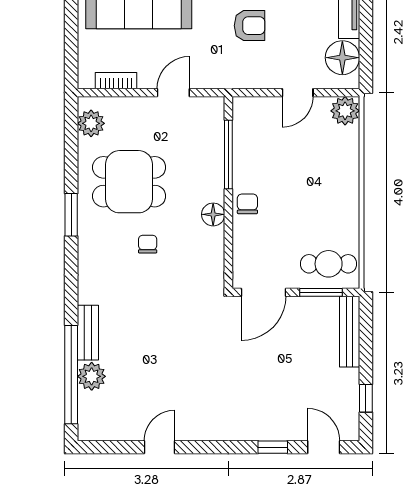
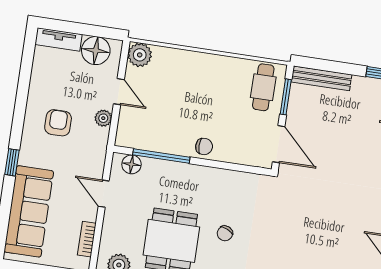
plant: (263, 79) -> (103, 118), added
chair: (247, 204) -> (204, 146), turned 180
floor lamp: (213, 214) -> (131, 164), moved
chair: (148, 244) -> (225, 233), turned -66

